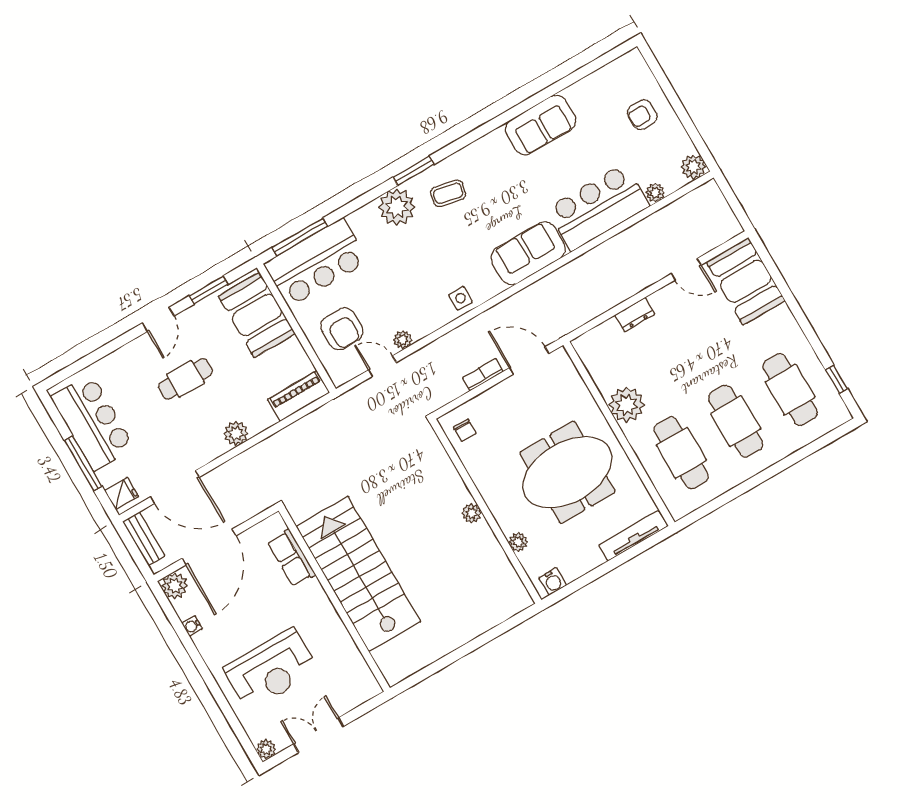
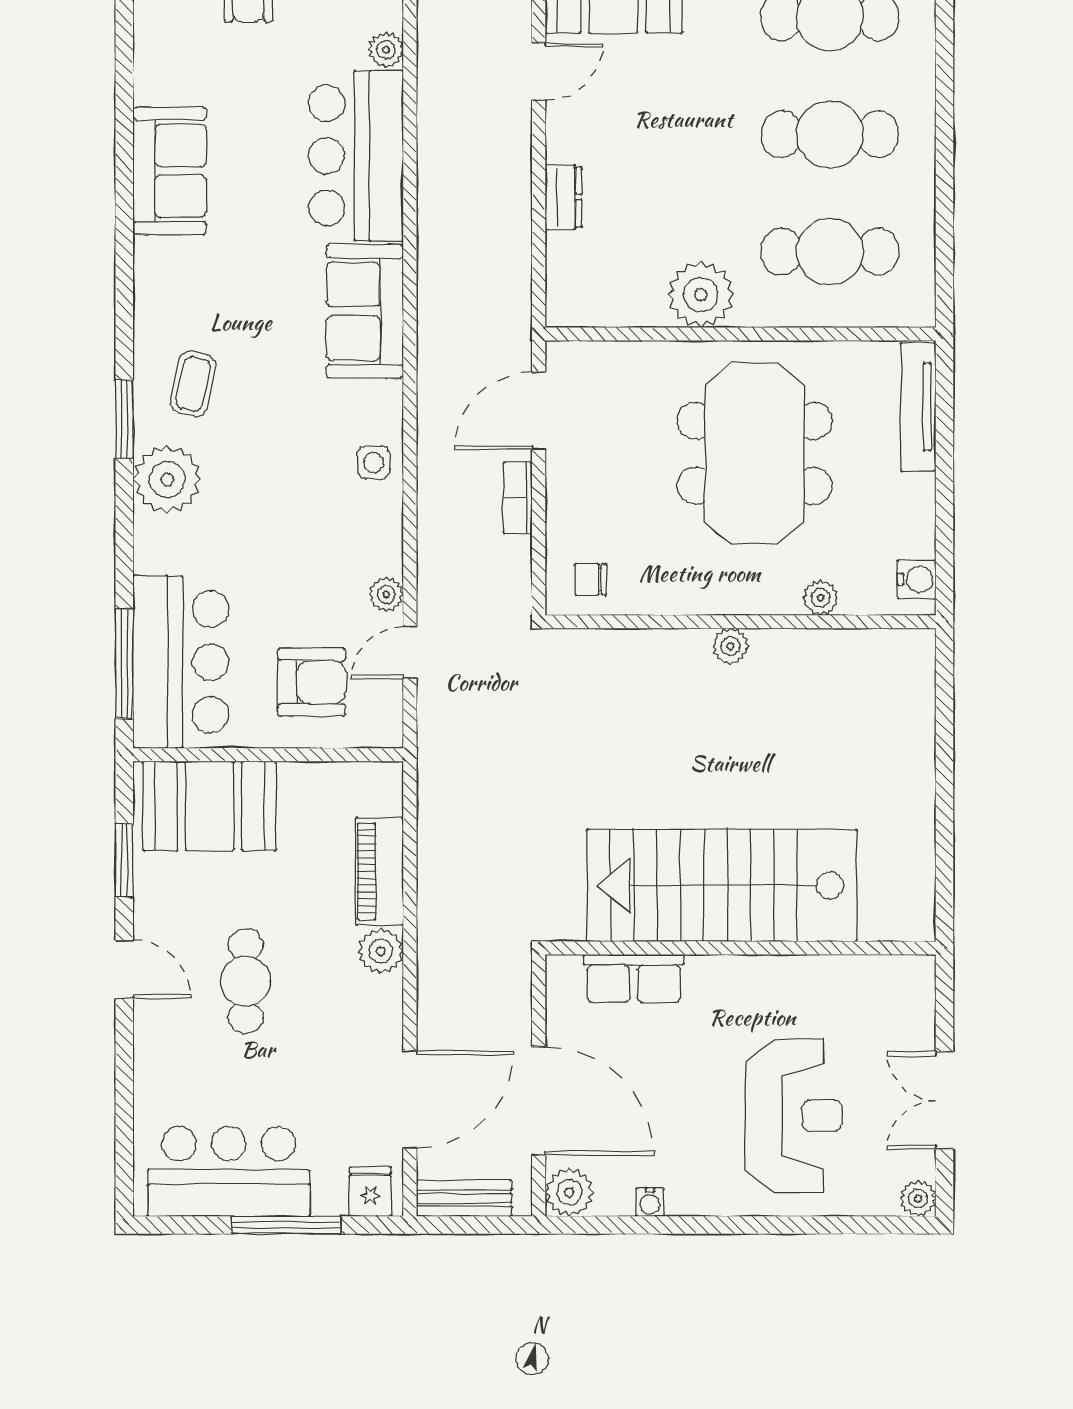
piano: (299, 396) -> (379, 871), moved
chair: (465, 430) -> (591, 579), turned 180

